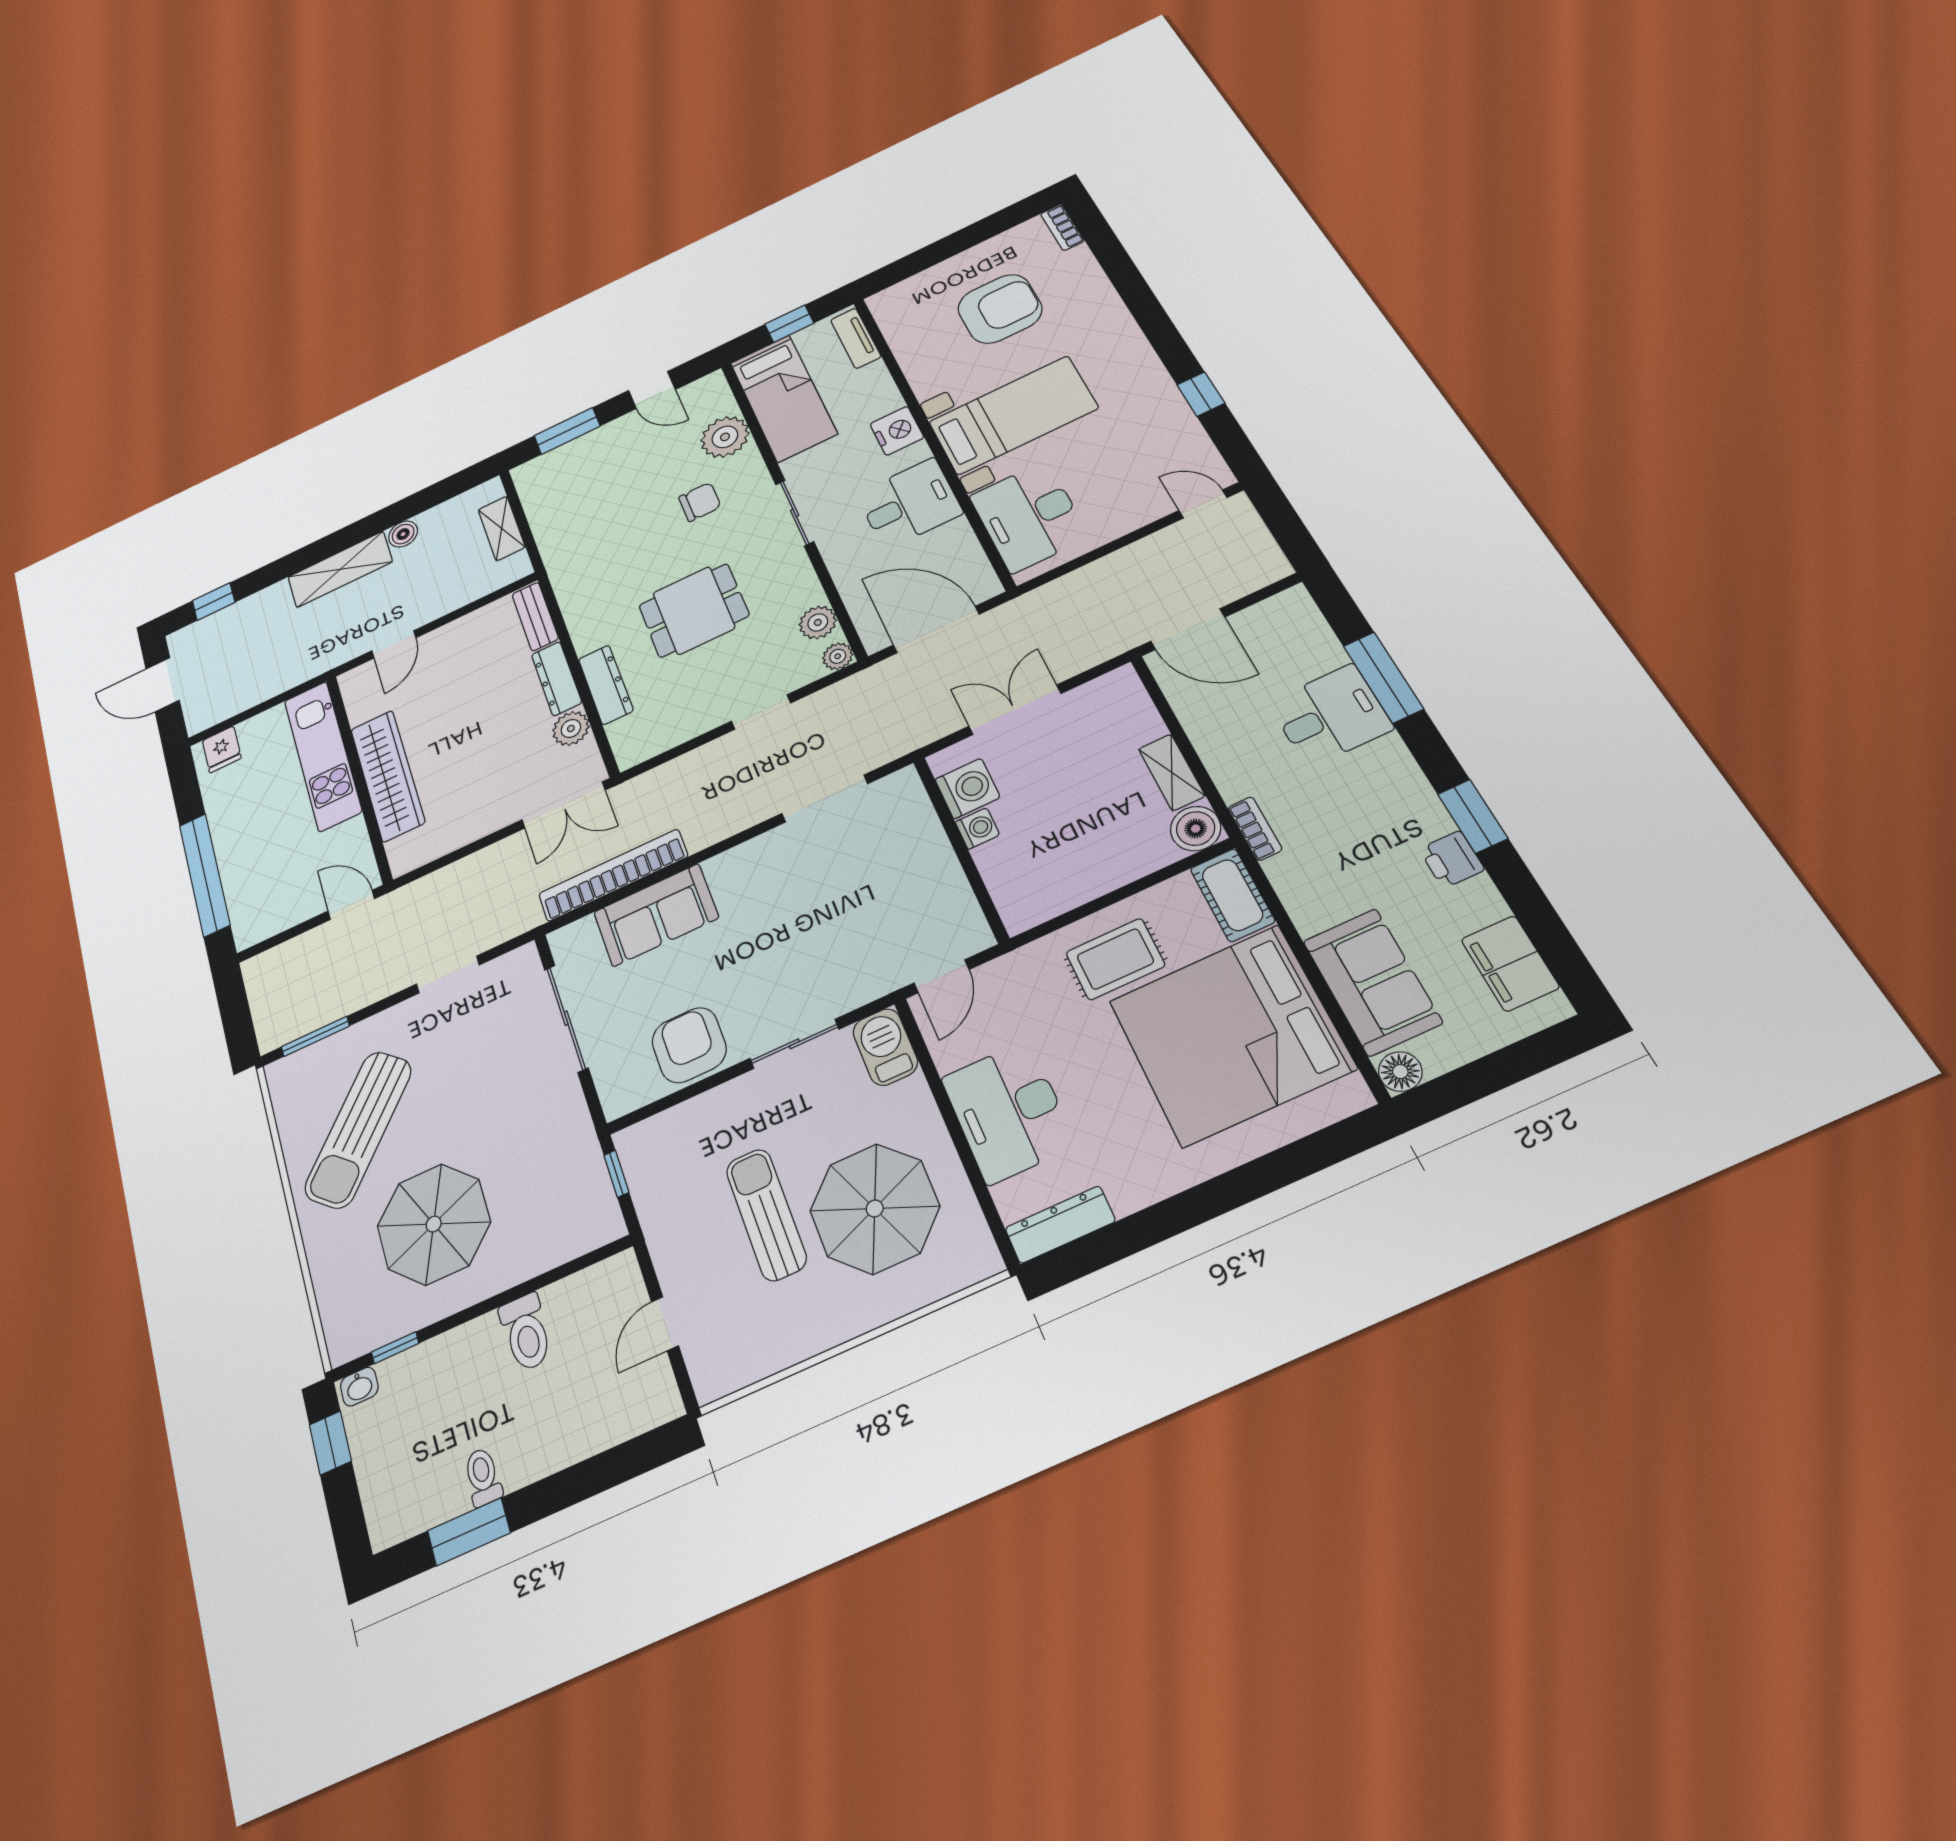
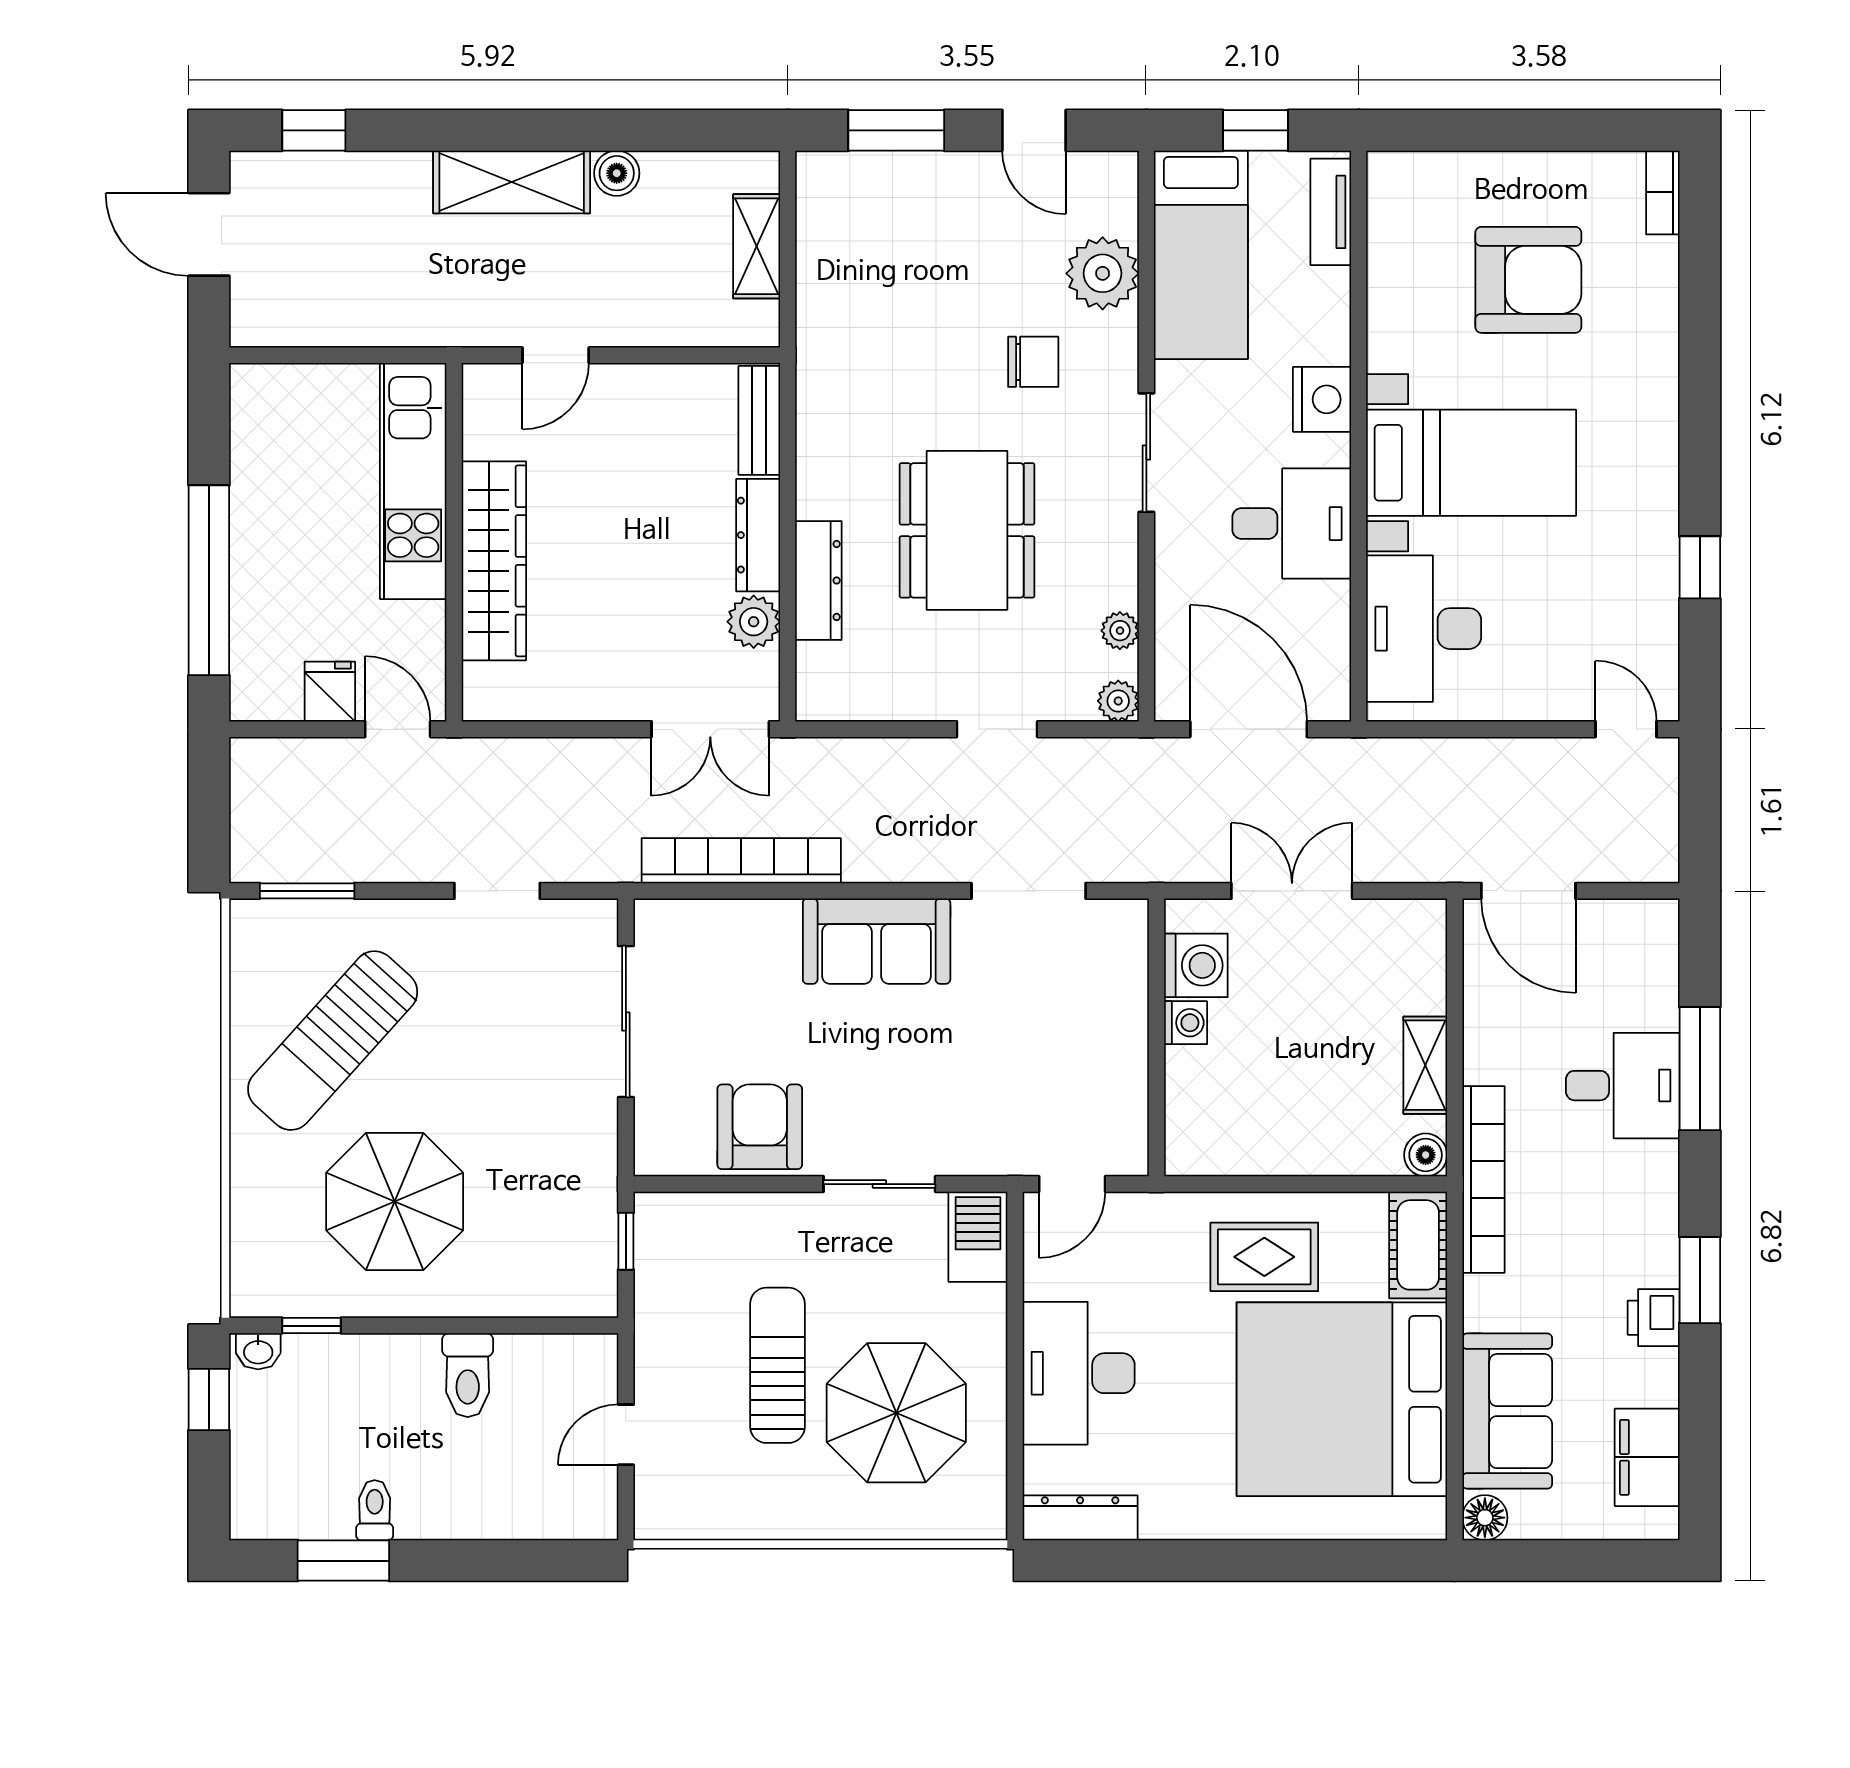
dining table: (694, 610) -> (967, 530), width x1.38
plant: (818, 622) -> (1120, 631), width x0.73, depth x0.73
fridge: (222, 749) -> (330, 692), moved, turned 180
boiler: (1196, 829) -> (1426, 1155), width x0.73, depth x0.73
bookcase: (1255, 829) -> (1483, 1180), width x2.31, depth x1.31
sofa: (656, 915) -> (877, 941), moved

